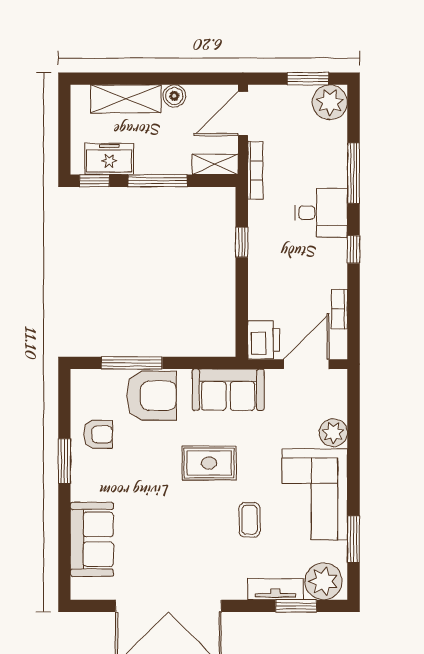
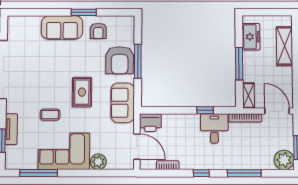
boiler: (174, 96) -> (286, 73), removed
window: (94, 181) -> (239, 29), removed
desk: (321, 213) -> (214, 128), moved, turned 180
window: (132, 363) -> (138, 61), moved
sofa: (92, 539) -> (62, 27), moved
window: (353, 539) -> (39, 173), width x1.44
plant: (324, 581) -> (15, 156), removed

